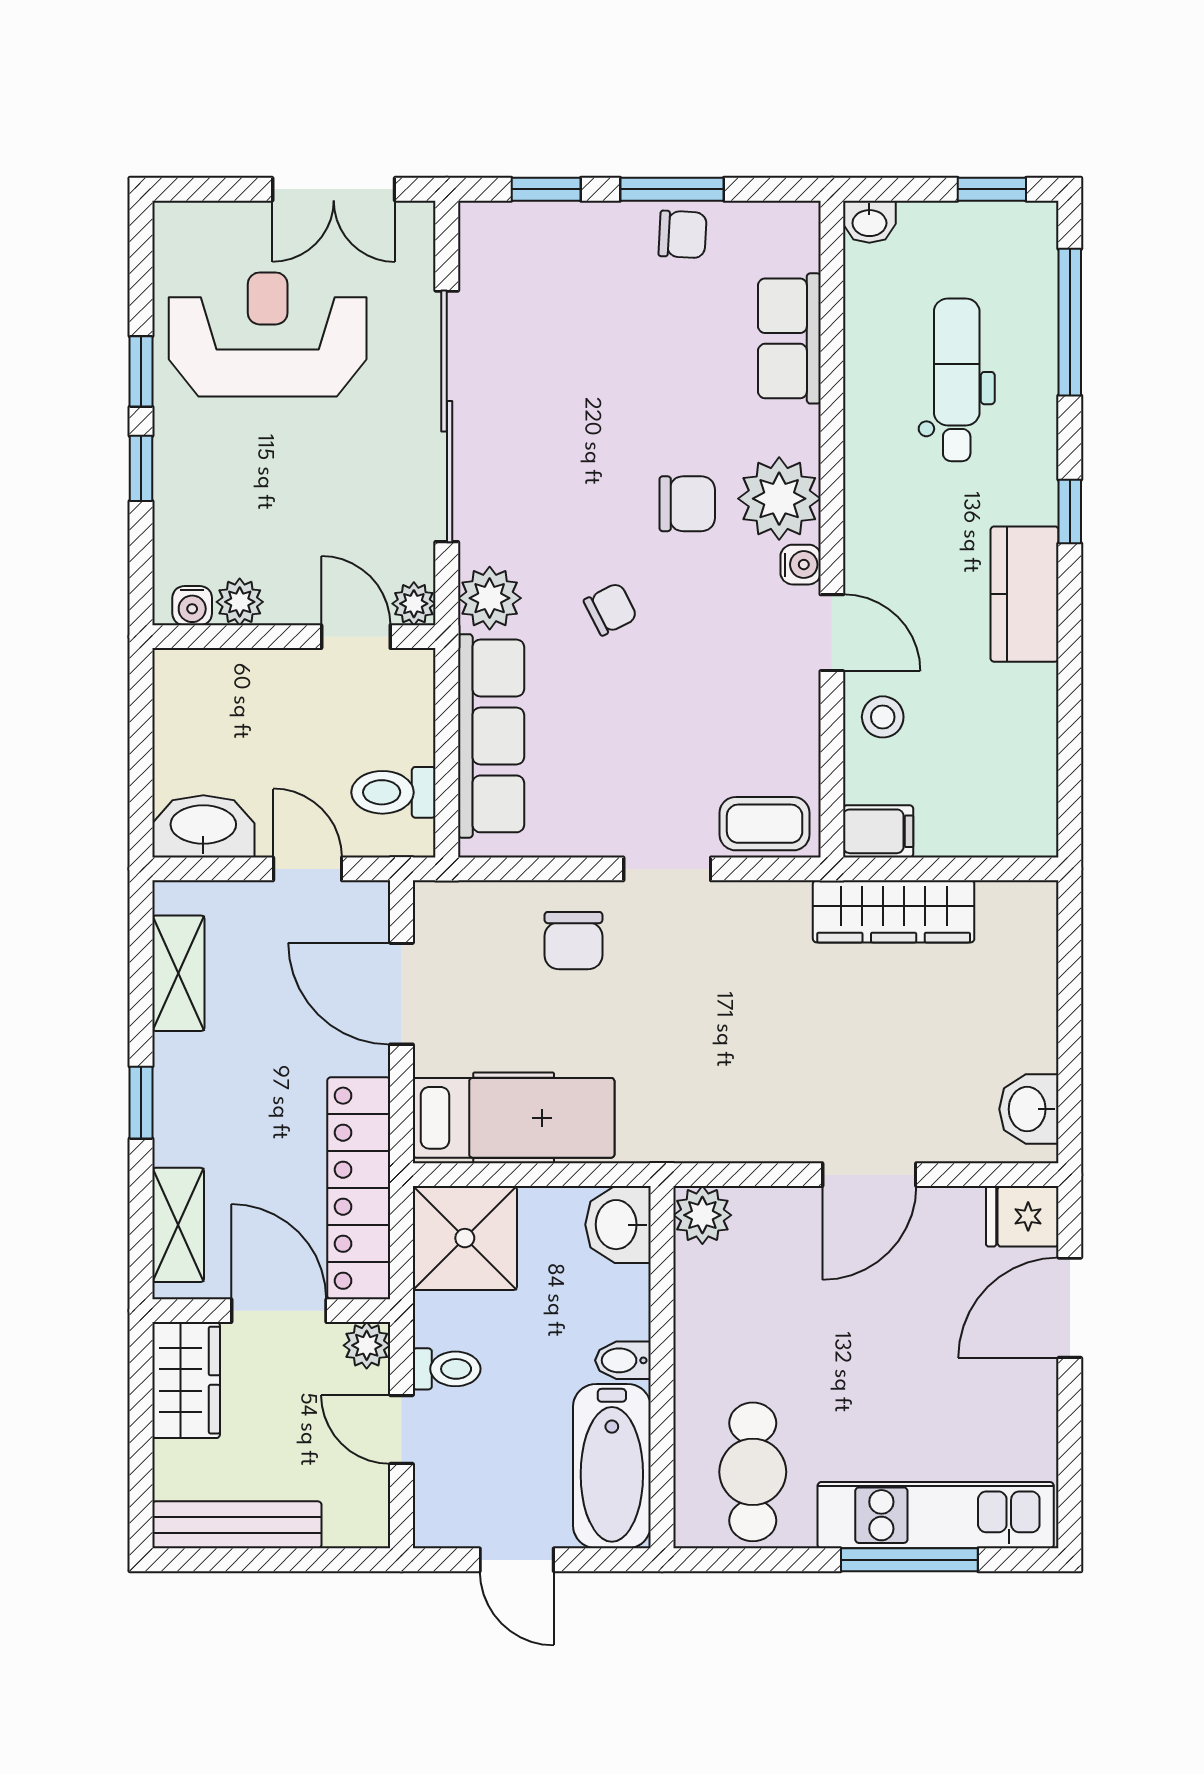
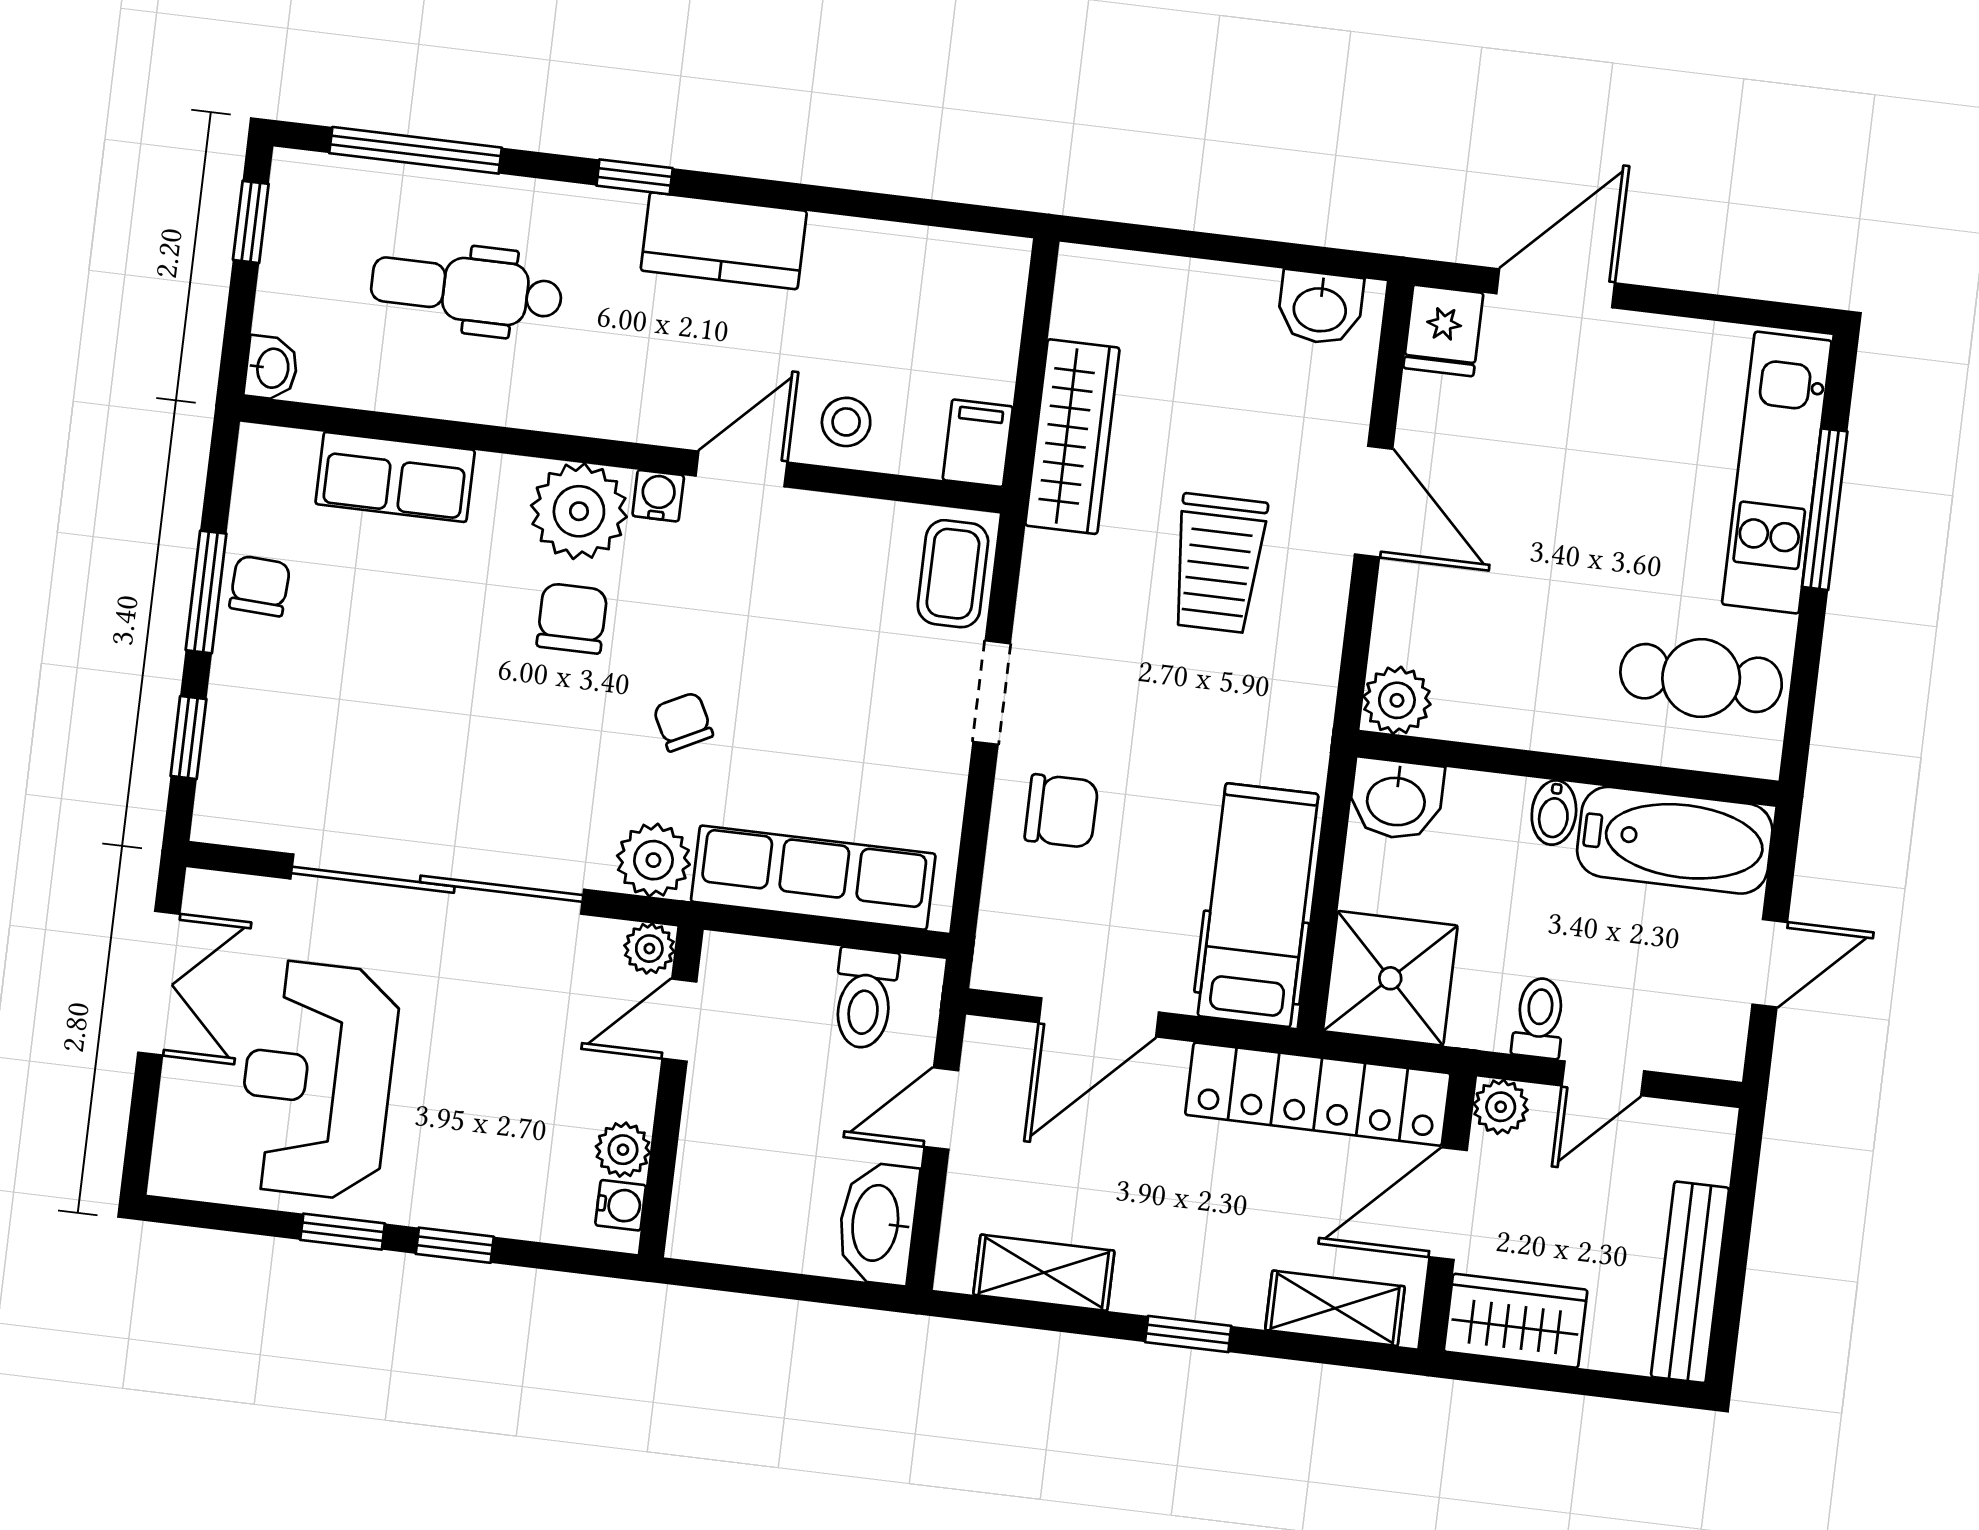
trolley: (801, 1049) -> (1218, 563), added
door: (1070, 1308) -> (1556, 288), swing flipped

